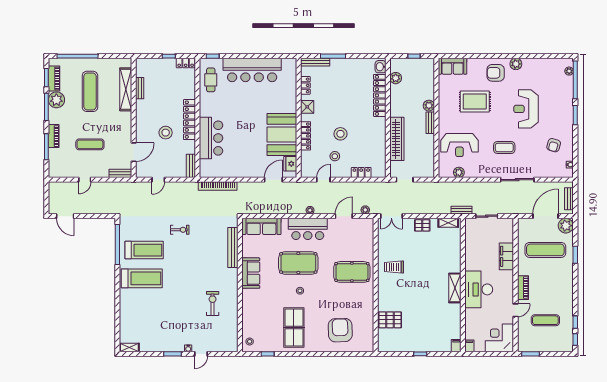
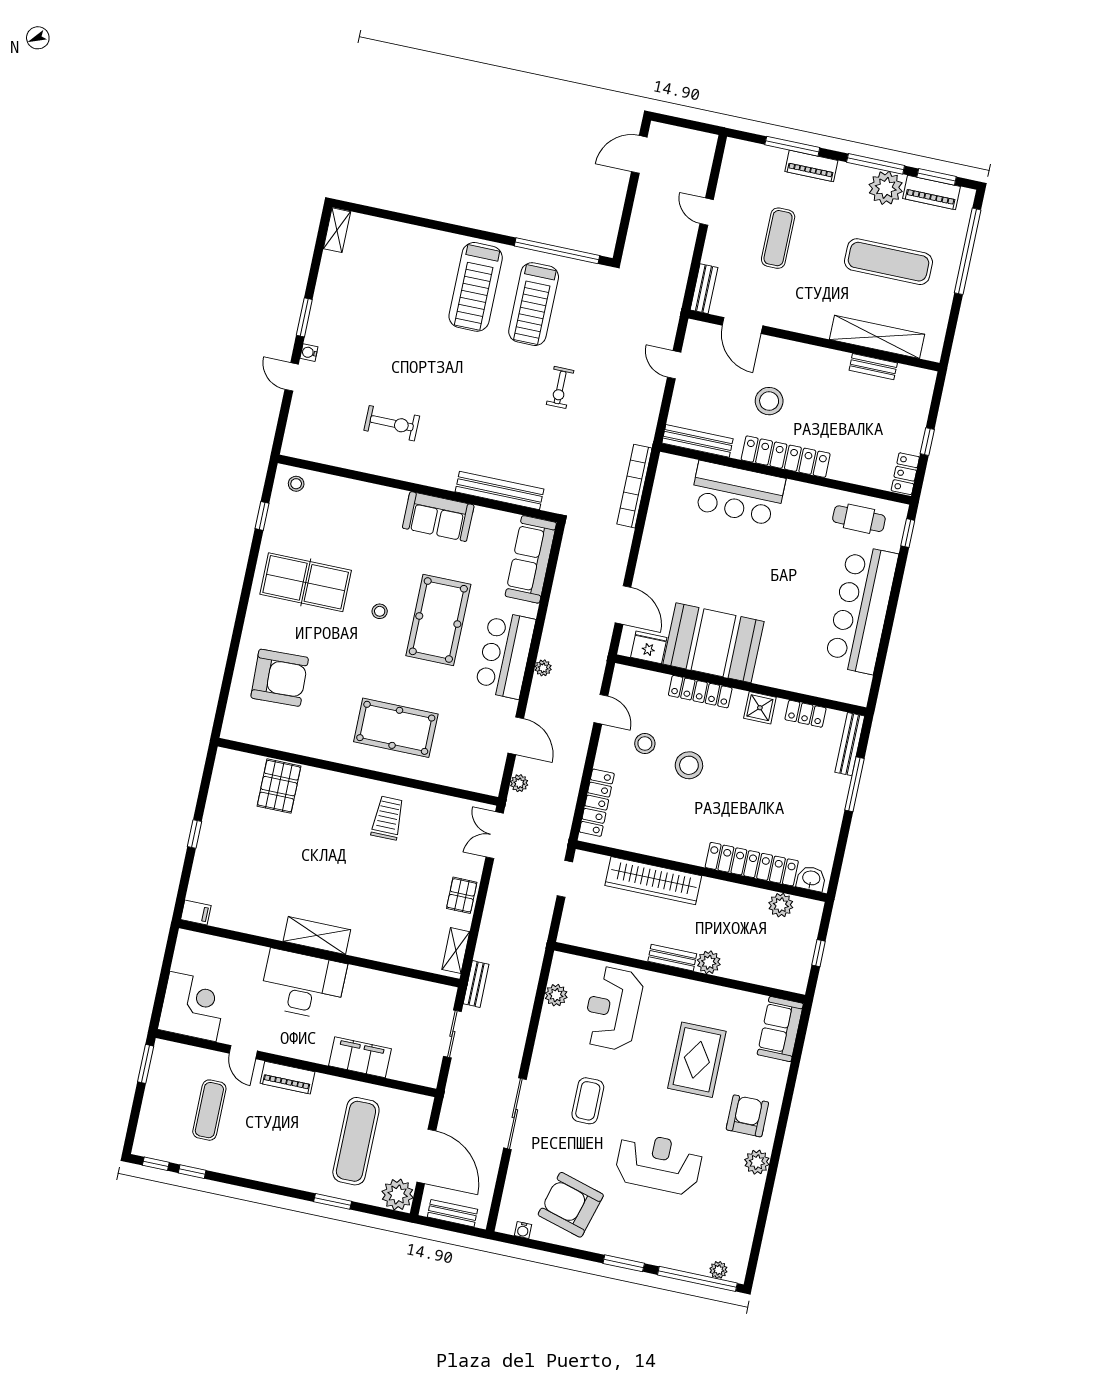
armchair: (554, 145) -> (571, 1205), width x1.88, depth x1.88
bench: (191, 166) -> (697, 441), width x1.36
locker: (361, 172) -> (597, 803), width x1.53
pool table: (352, 272) -> (396, 728), turned 90
filing cabinet: (469, 346) -> (189, 940), removed

